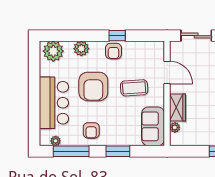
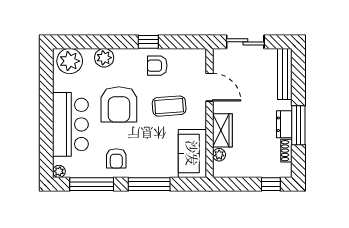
armchair: (113, 51) -> (157, 66), moved, turned 90
plant: (56, 141) -> (59, 171), moved
window: (118, 151) -> (149, 184), width x1.44

